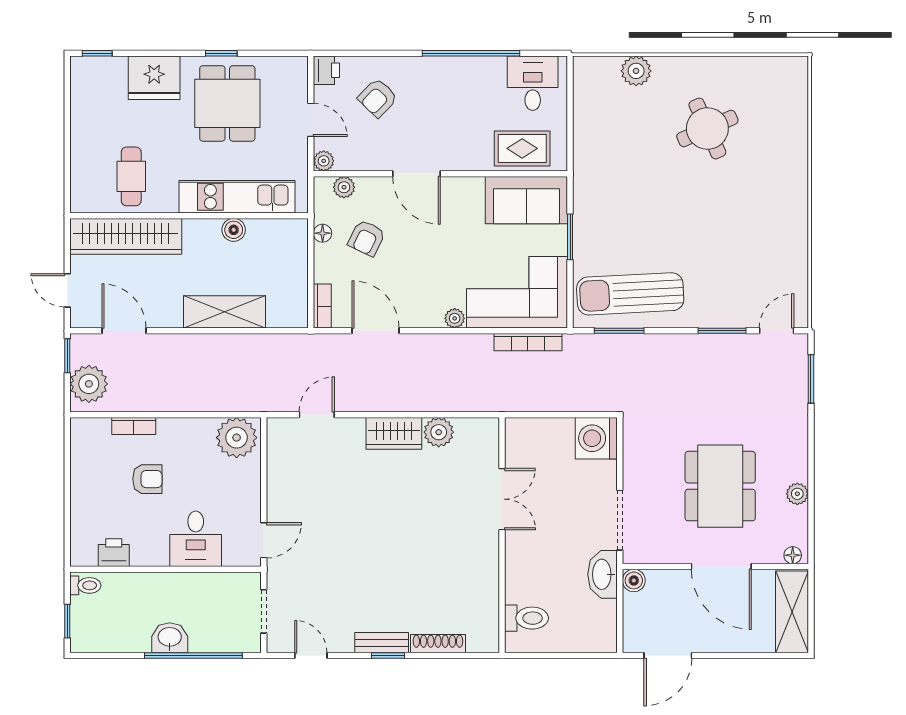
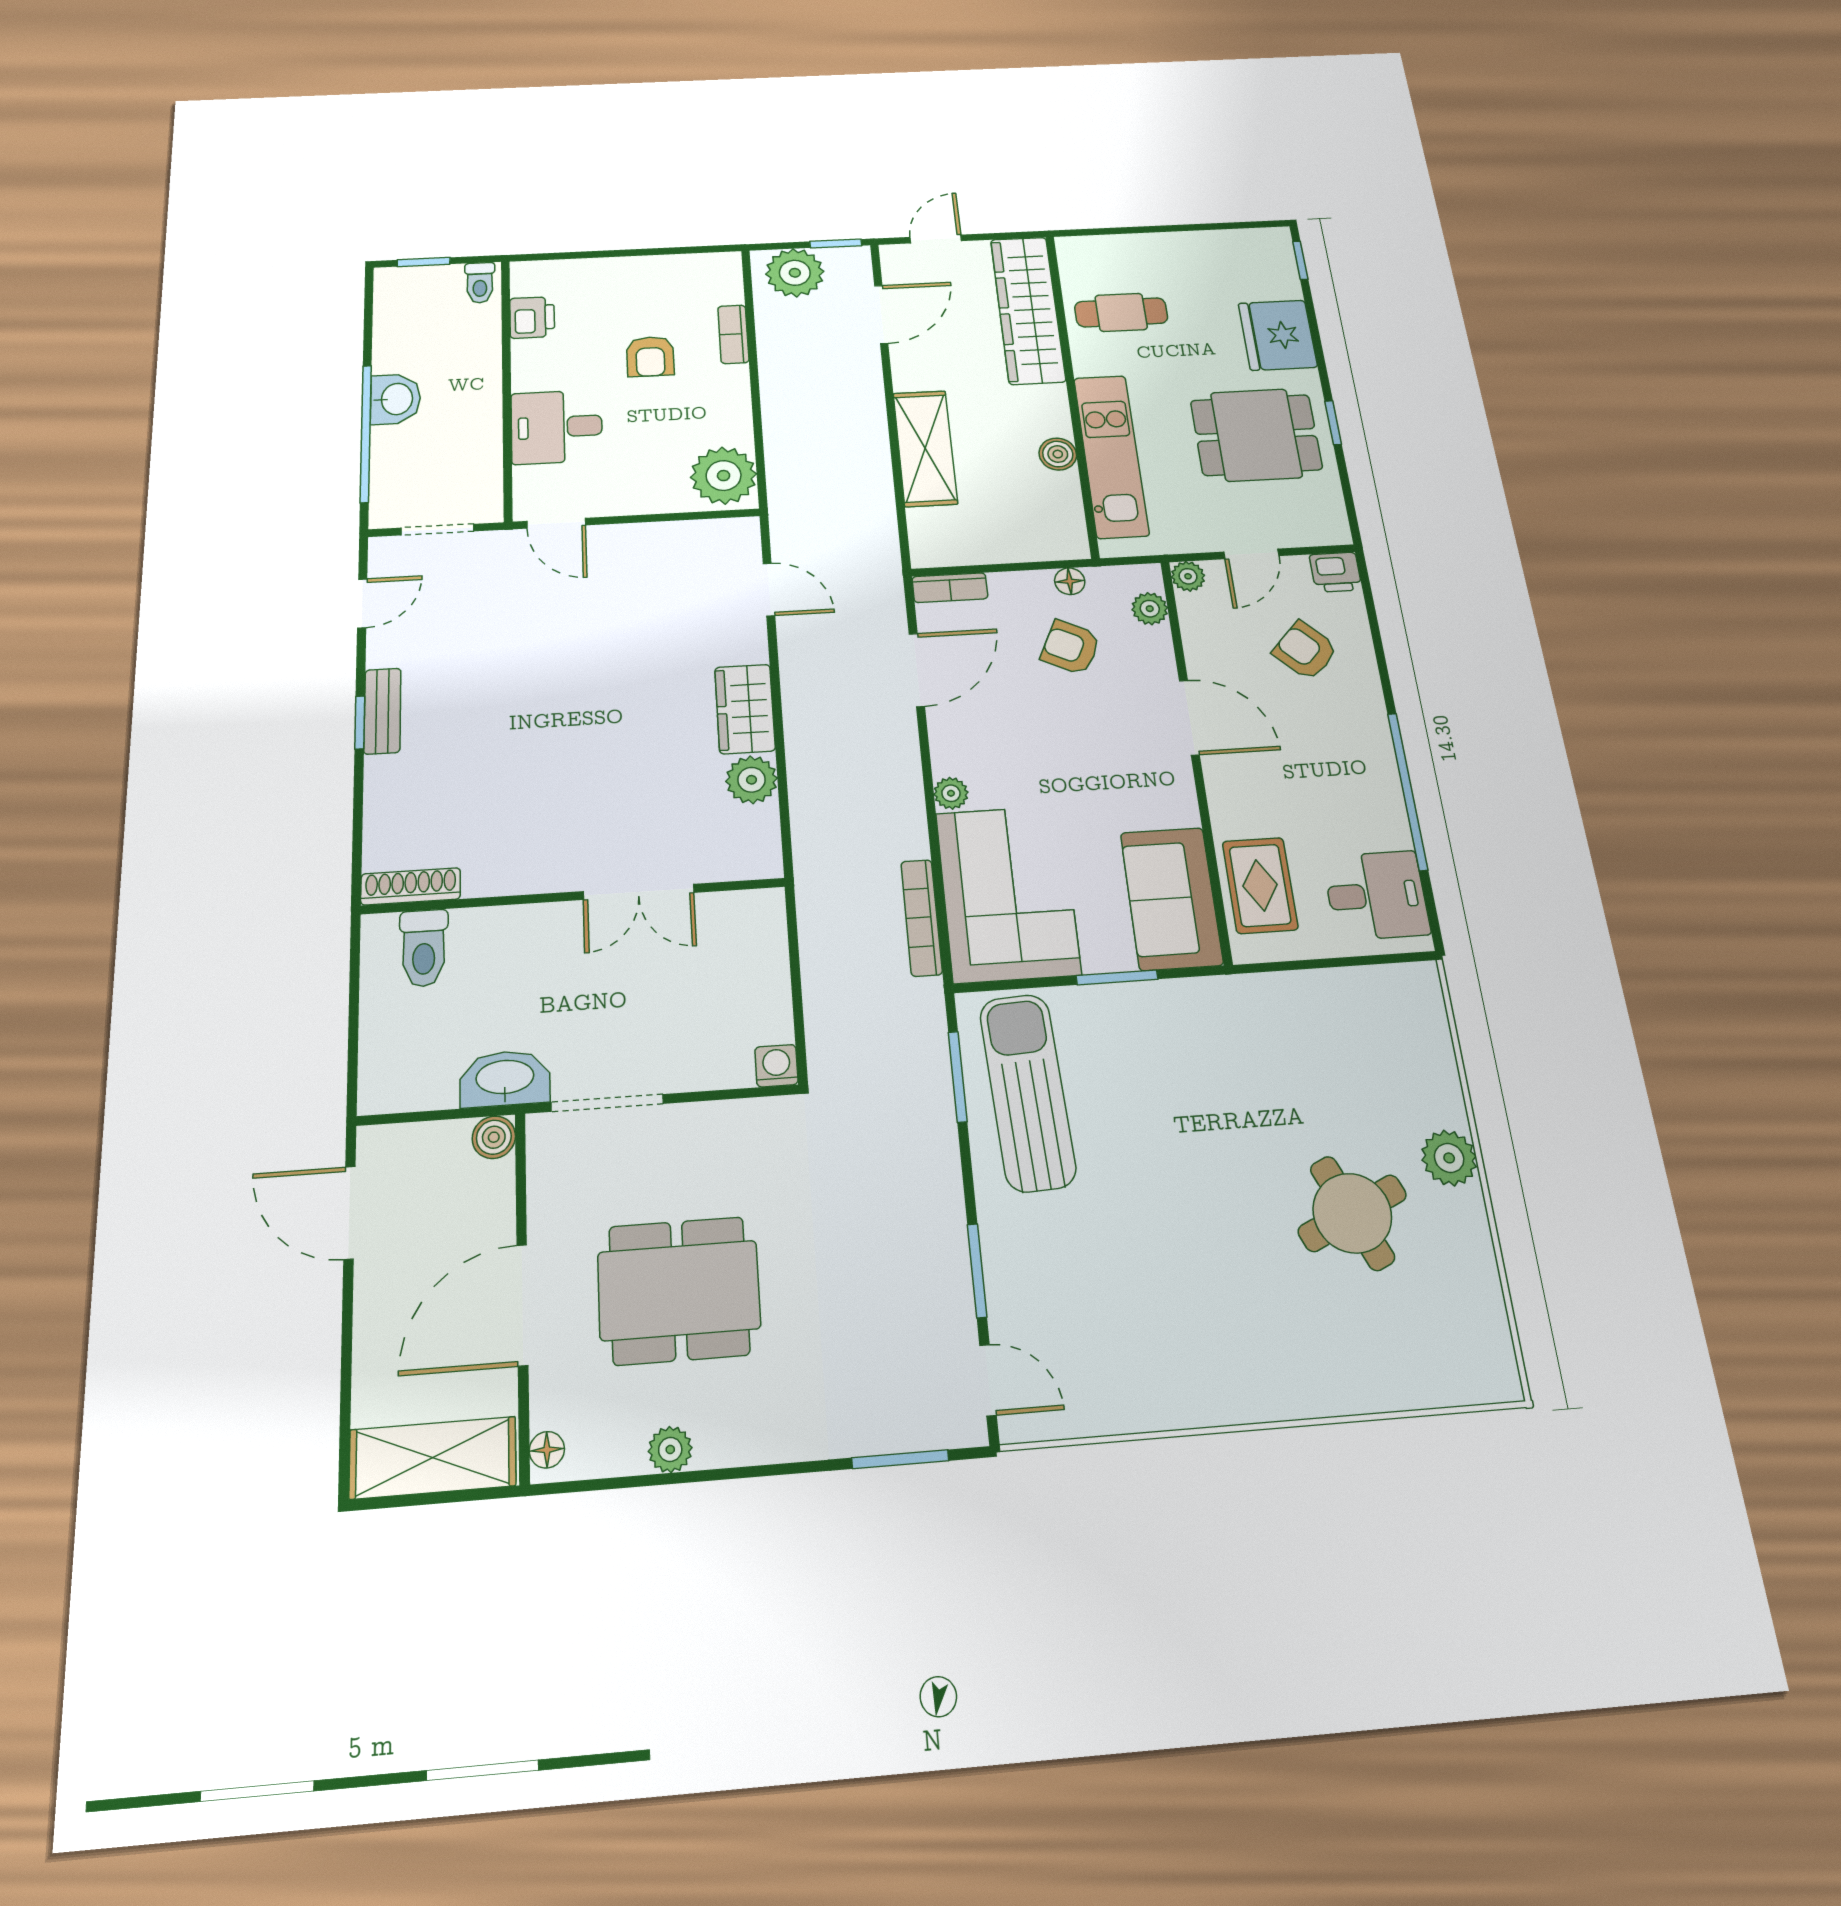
plant: (636, 71) -> (1449, 1158), moved
door: (416, 174) -> (1189, 718), swing flipped
washing machine: (596, 438) -> (776, 1066), width x0.53, depth x0.53
shoe rack: (438, 644) -> (411, 886), moved, turned -90

